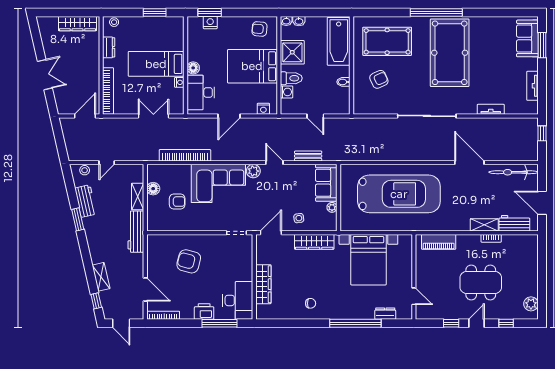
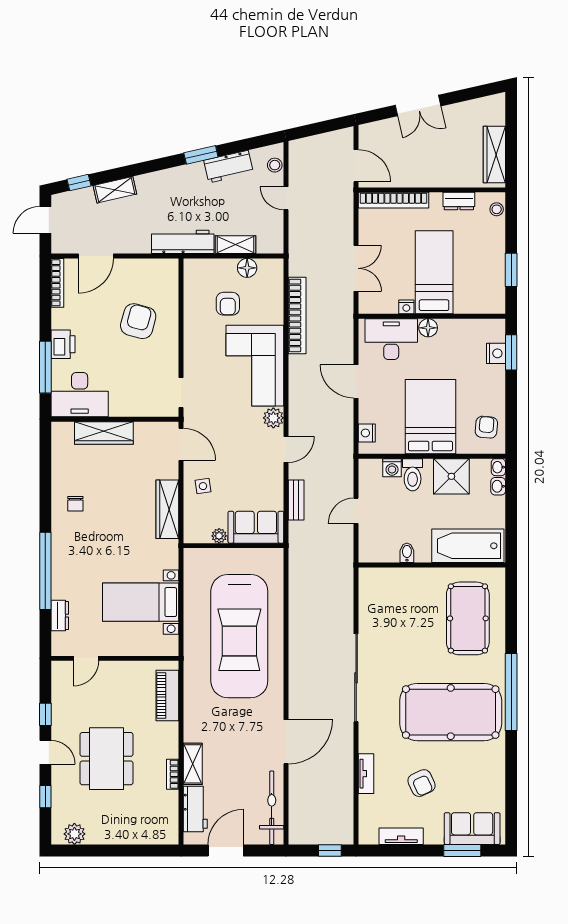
armchair: (379, 79) -> (422, 783), moved
bed with nightstands: (368, 260) -> (141, 602), width x0.73

